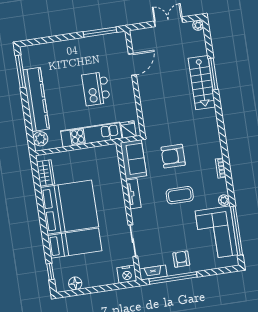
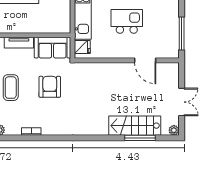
window: (213, 74) -> (140, 138), moved
stairs: (202, 83) -> (135, 126), moved

